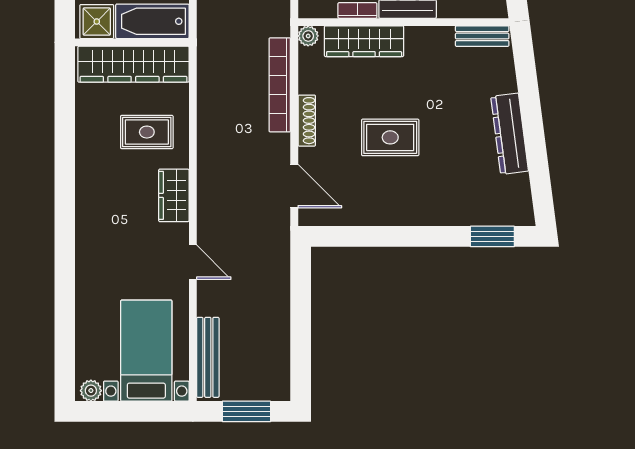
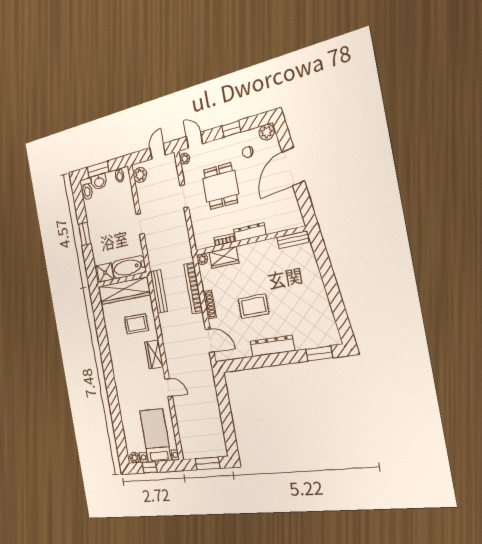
wardrobe: (364, 41) -> (224, 257), width x0.67
dresser: (510, 134) -> (272, 346), moved, turned 97
bench: (208, 357) -> (159, 292), moved
window: (121, 411) -> (150, 467), added

